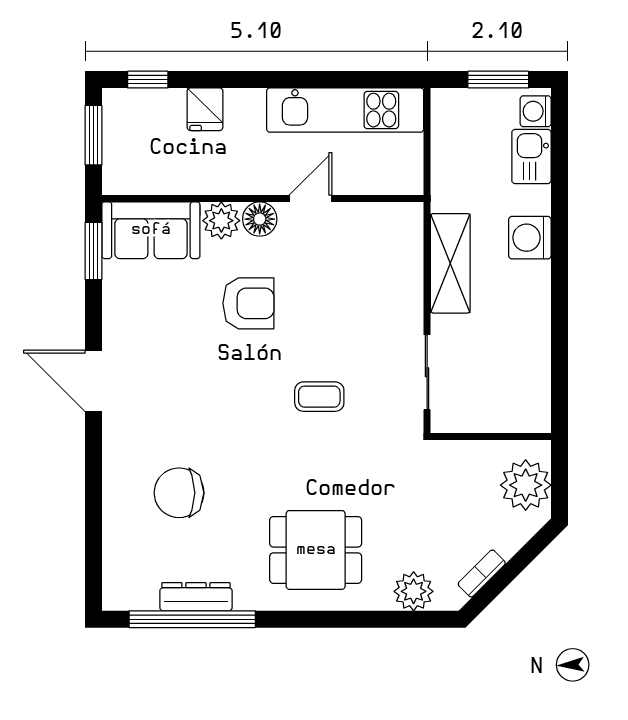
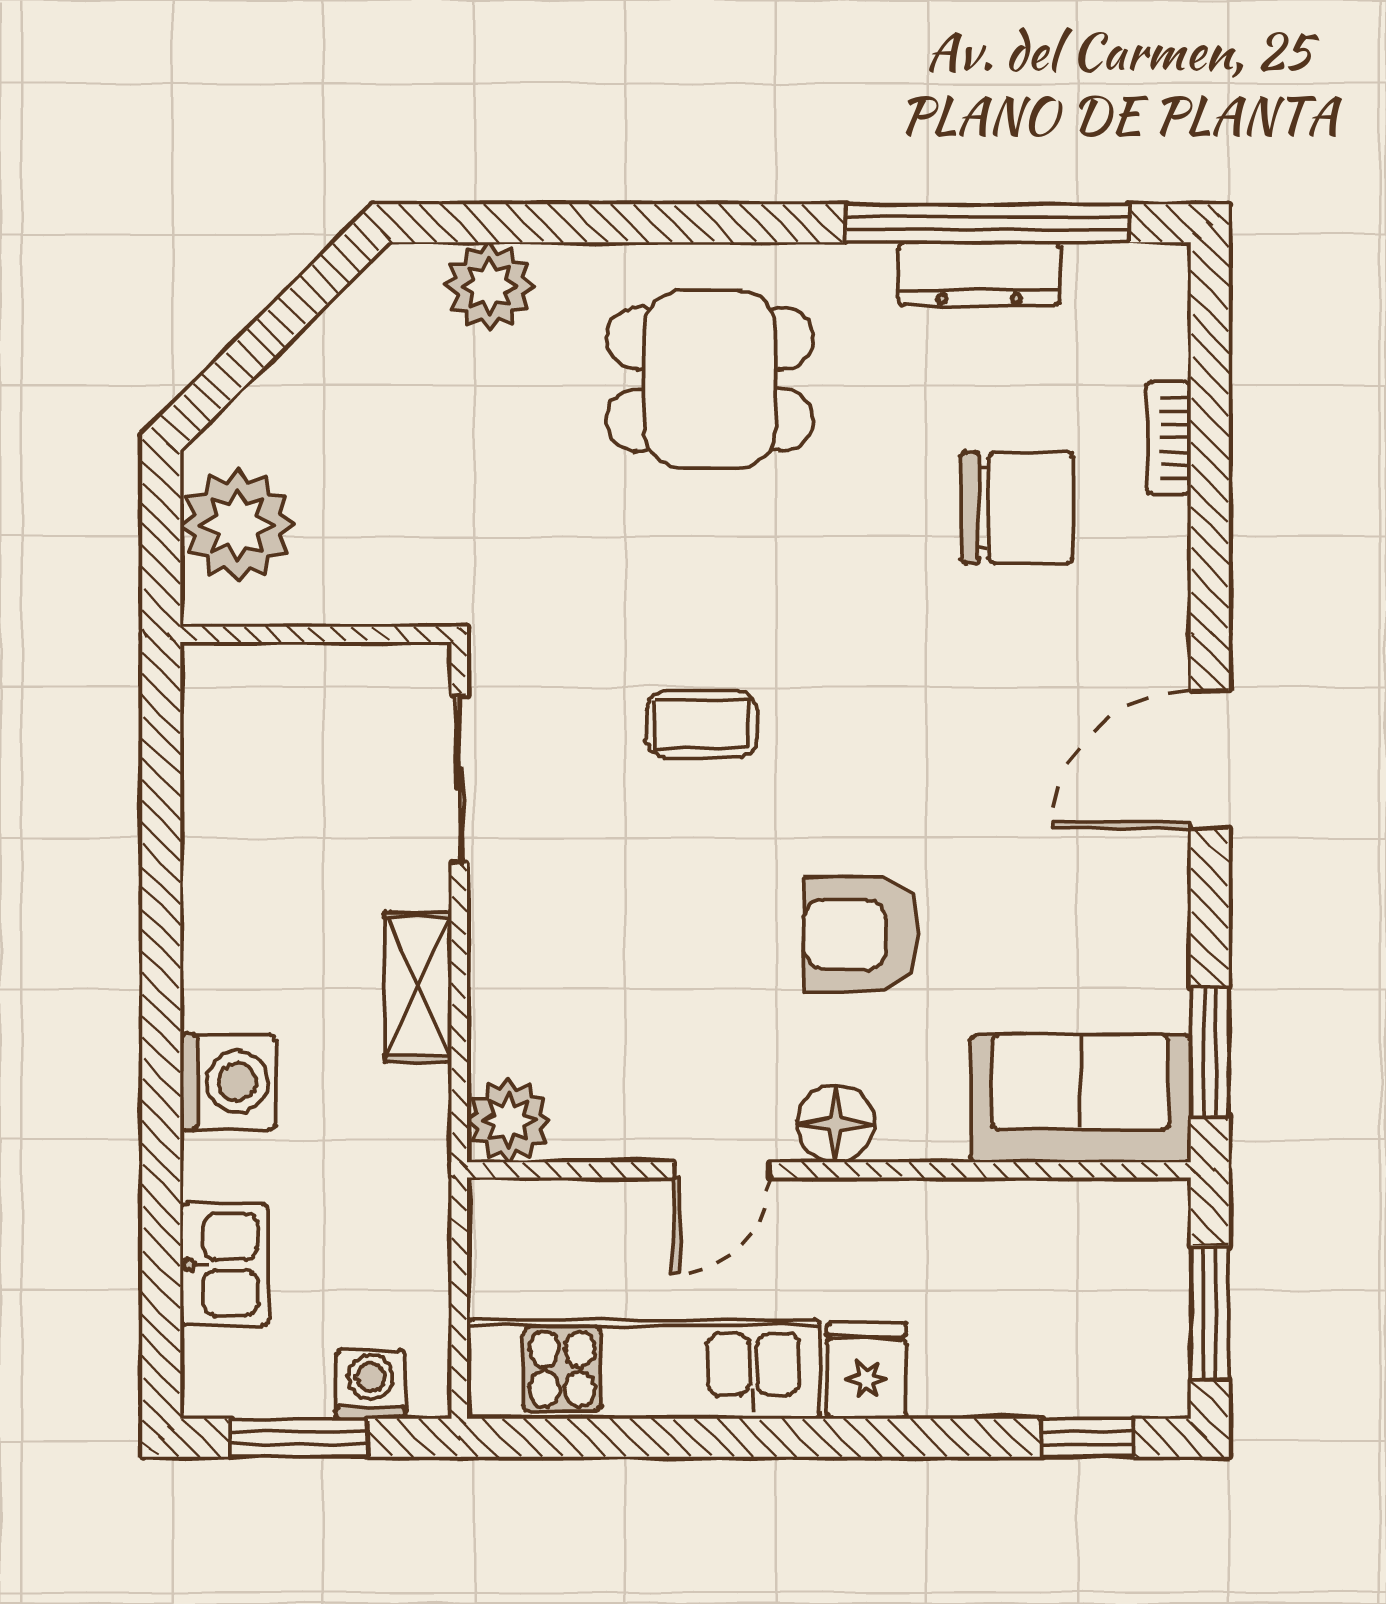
fridge: (205, 109) -> (866, 1371), moved
washing machine: (536, 111) -> (371, 1384), moved, turned -90
plant: (221, 221) -> (509, 1120), moved
shelving: (450, 263) -> (418, 987), width x0.67, depth x0.75
door: (94, 381) -> (1210, 760), swing flipped
bookcase: (482, 573) -> (1168, 438), moved, turned 135

